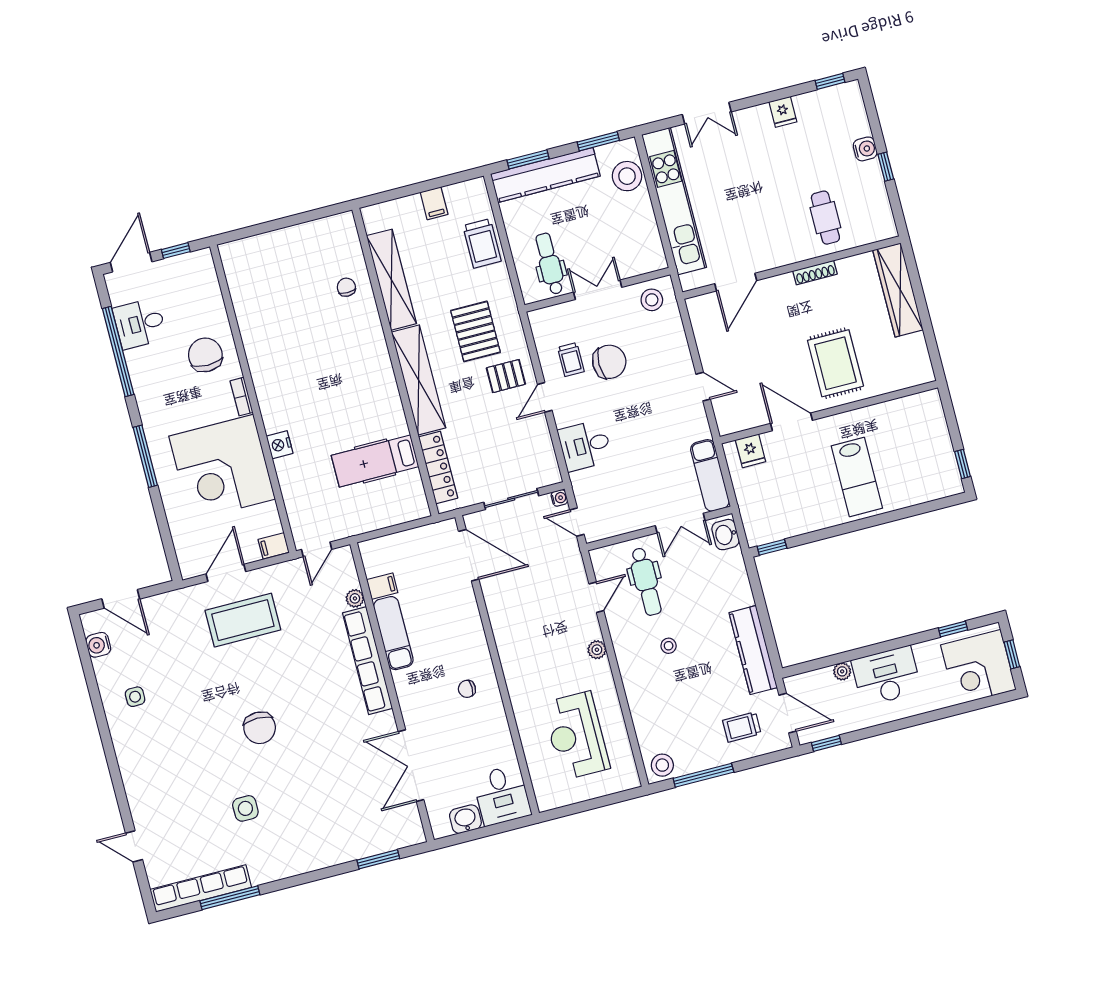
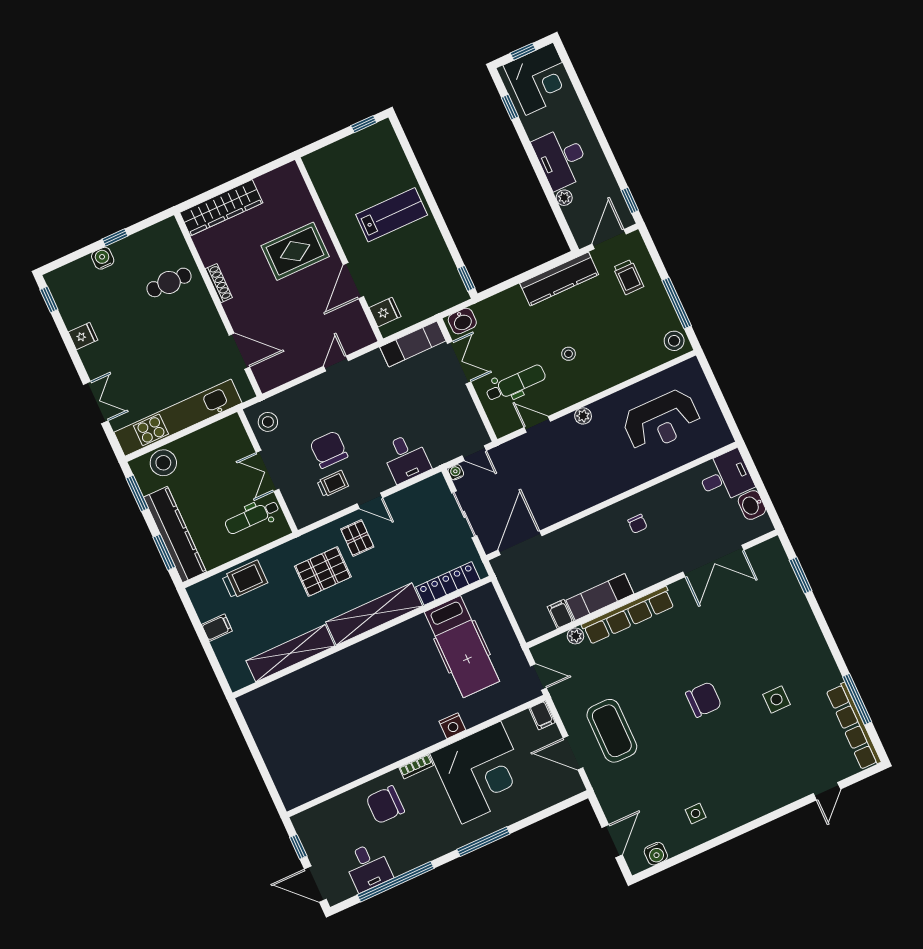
chair: (346, 287) -> (304, 692), removed
hospital bed: (375, 461) -> (462, 647), width x1.37, depth x1.29
door: (577, 522) -> (474, 453), hinge flipped

